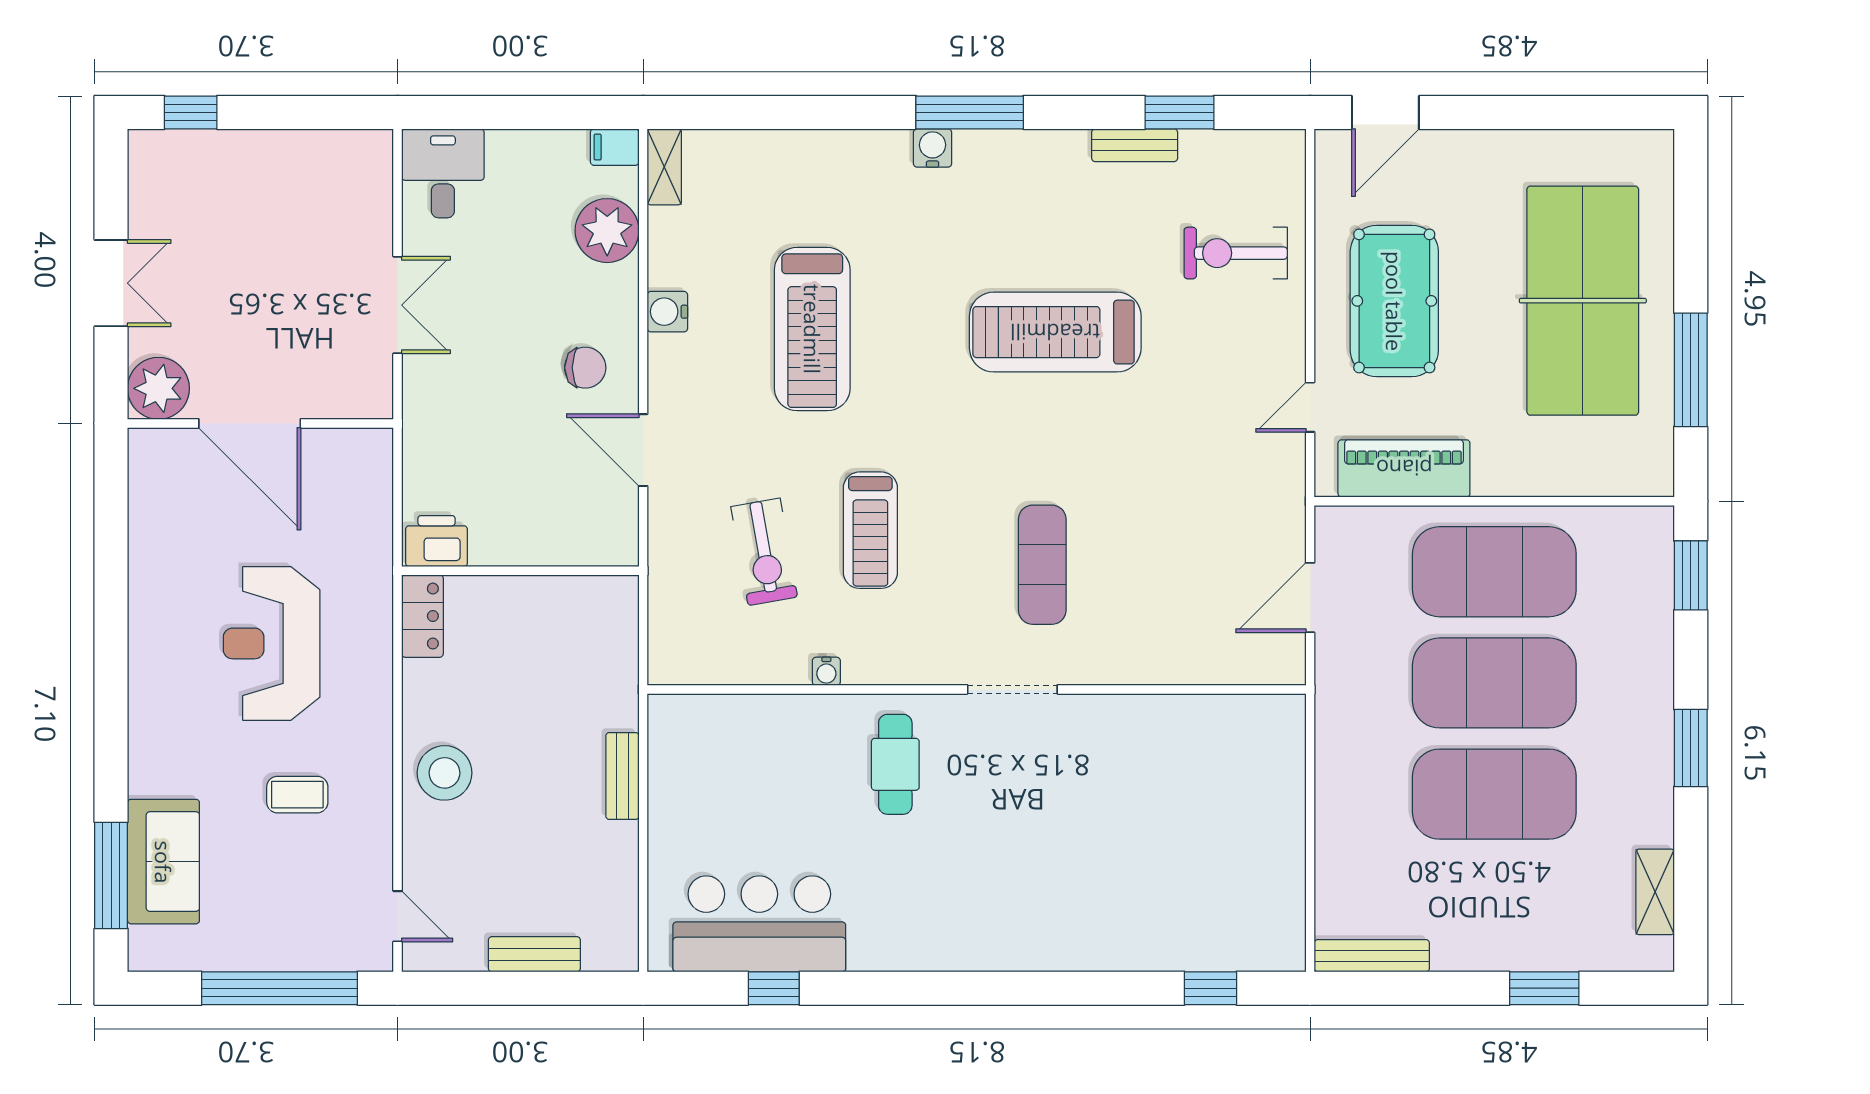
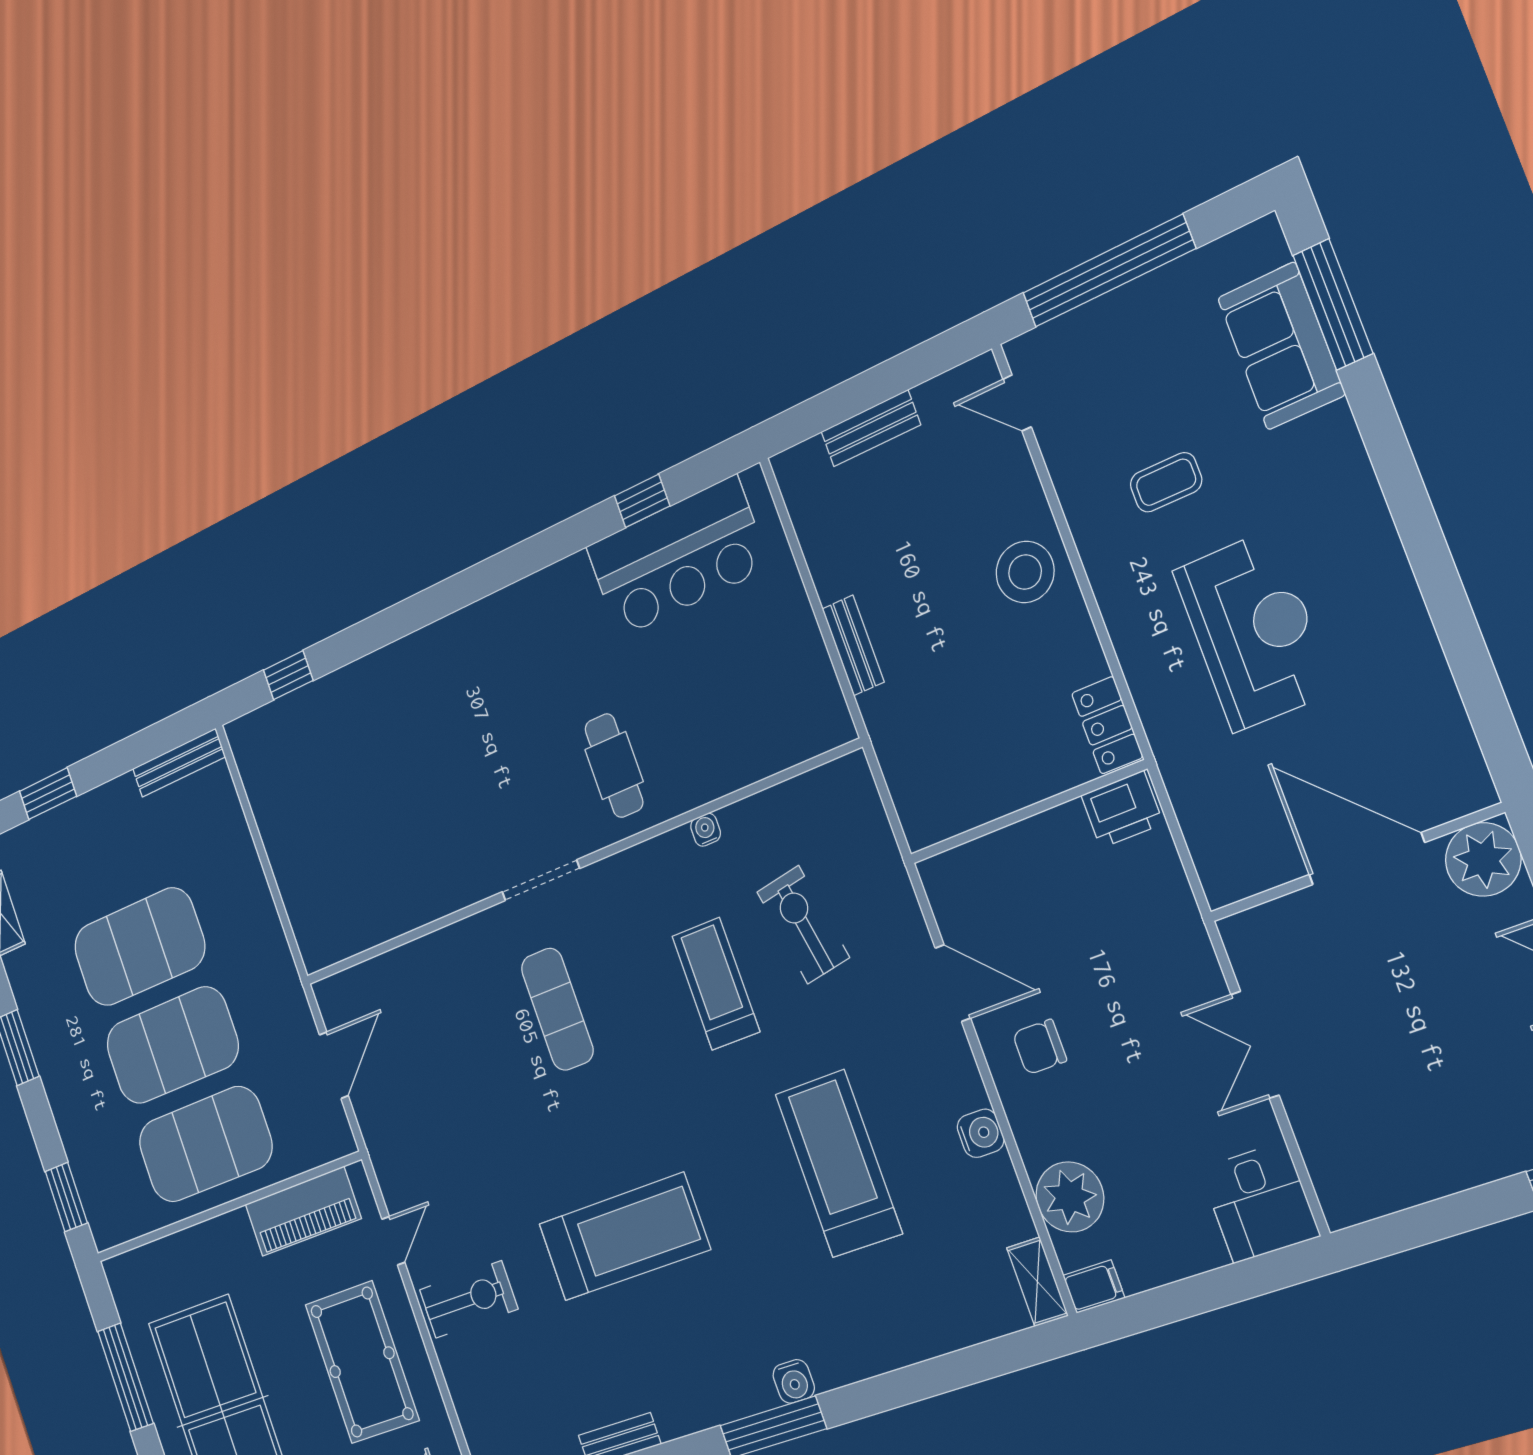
exercise bike: (1236, 253) -> (468, 1299), moved

